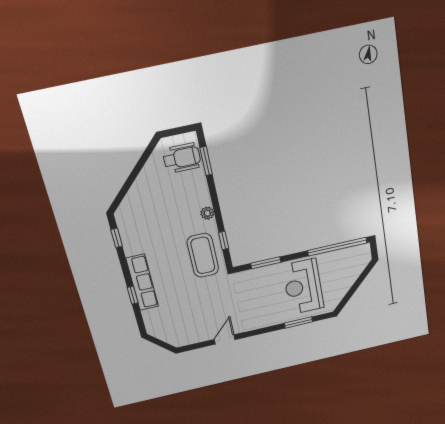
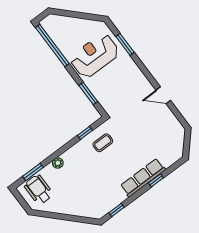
plant: (207, 213) -> (58, 163), moved
coffee table: (203, 255) -> (103, 143), width x0.54, depth x0.58
reception desk: (303, 287) -> (95, 56), turned 180

